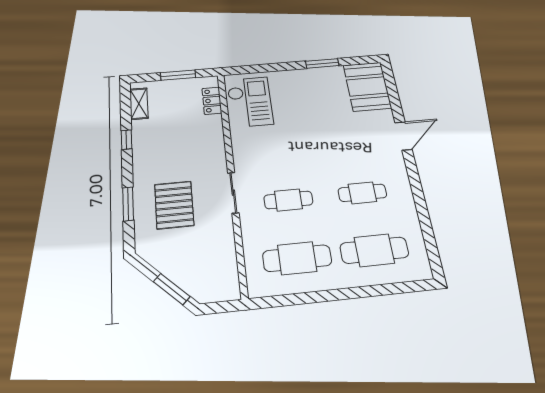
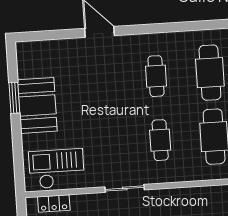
booth: (367, 86) -> (37, 105), moved, turned 90
sliding door: (233, 193) -> (125, 188), moved

